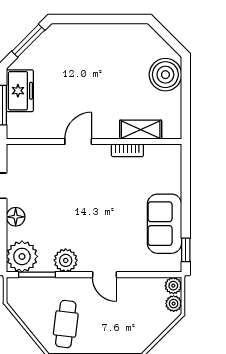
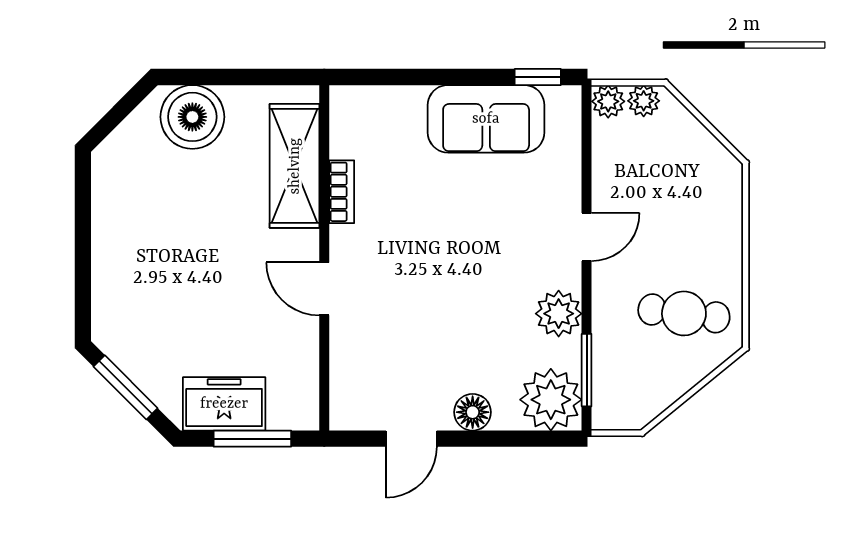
shelving: (141, 130) -> (295, 166), width x1.50, depth x1.33

